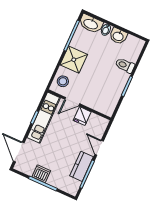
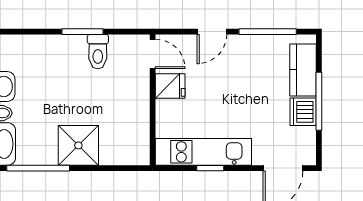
toilet: (125, 65) -> (98, 52), moved
stool: (63, 81) -> (125, 147), removed
door: (72, 102) -> (153, 54), moved
kitchen counter: (82, 166) -> (303, 70), moved, turned 90

